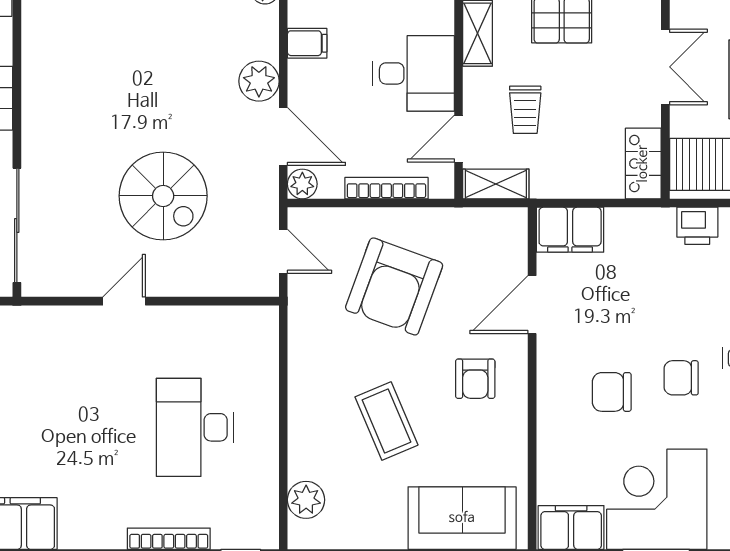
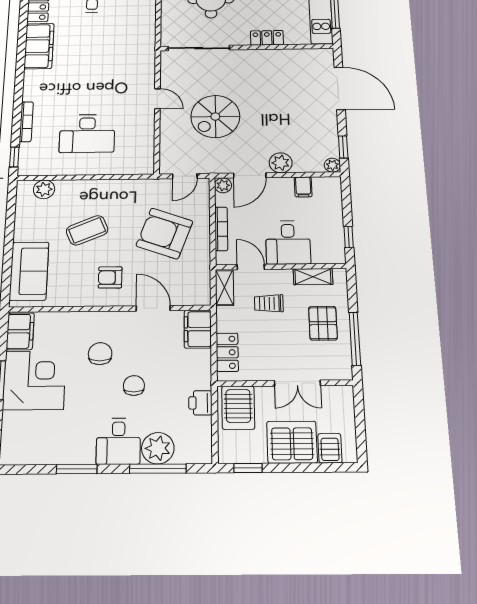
locker: (643, 164) -> (227, 352), moved, turned 90
chair: (681, 378) -> (134, 385), moved
desk: (195, 427) -> (87, 134), turned 180

